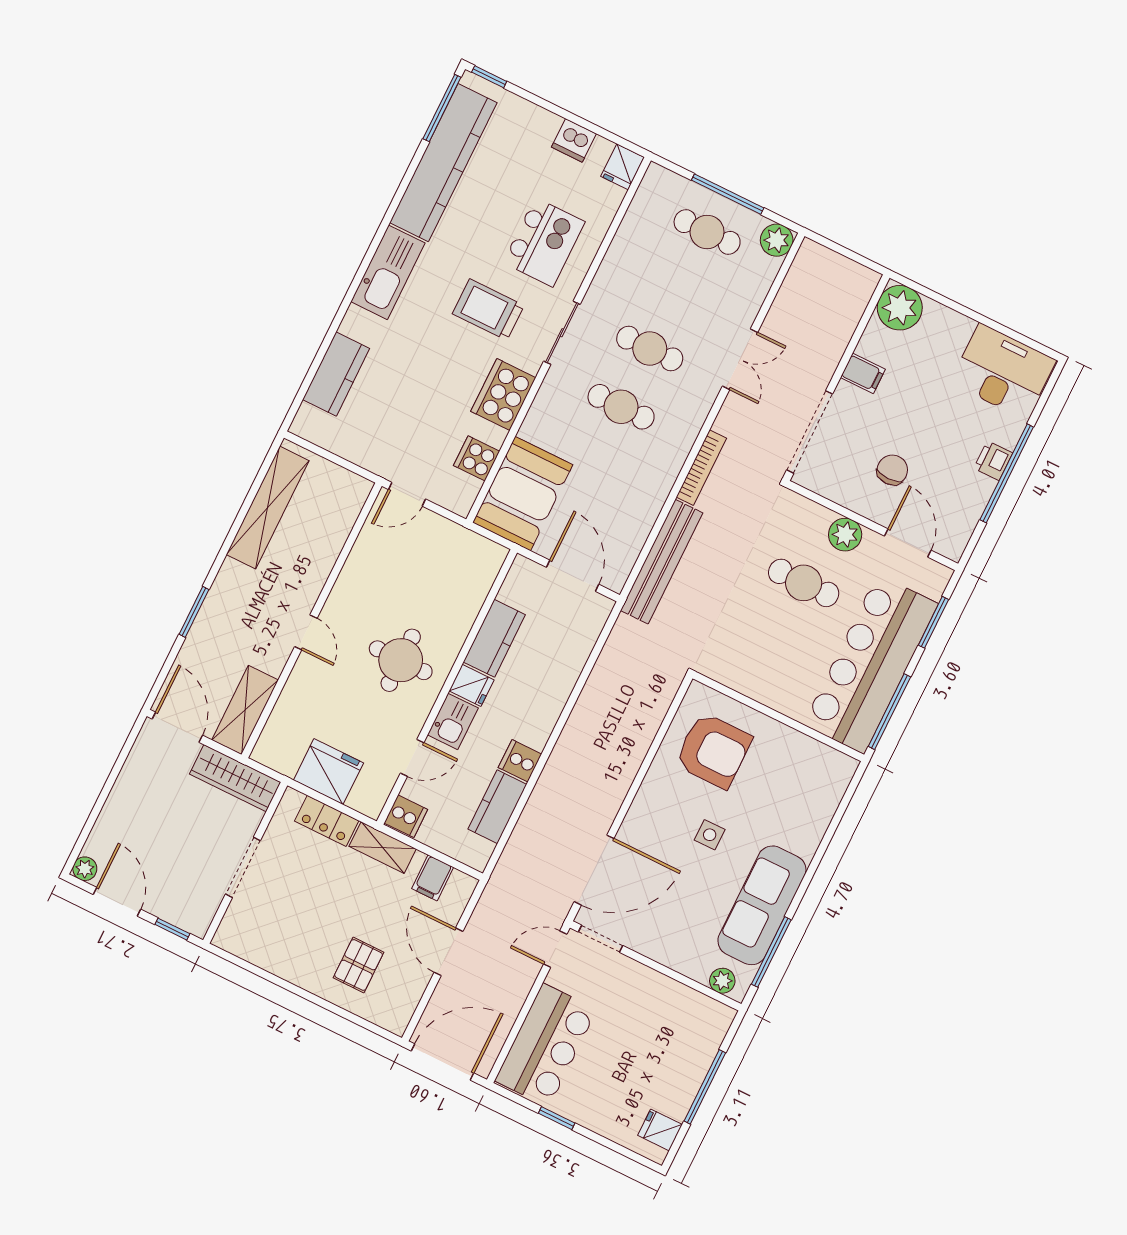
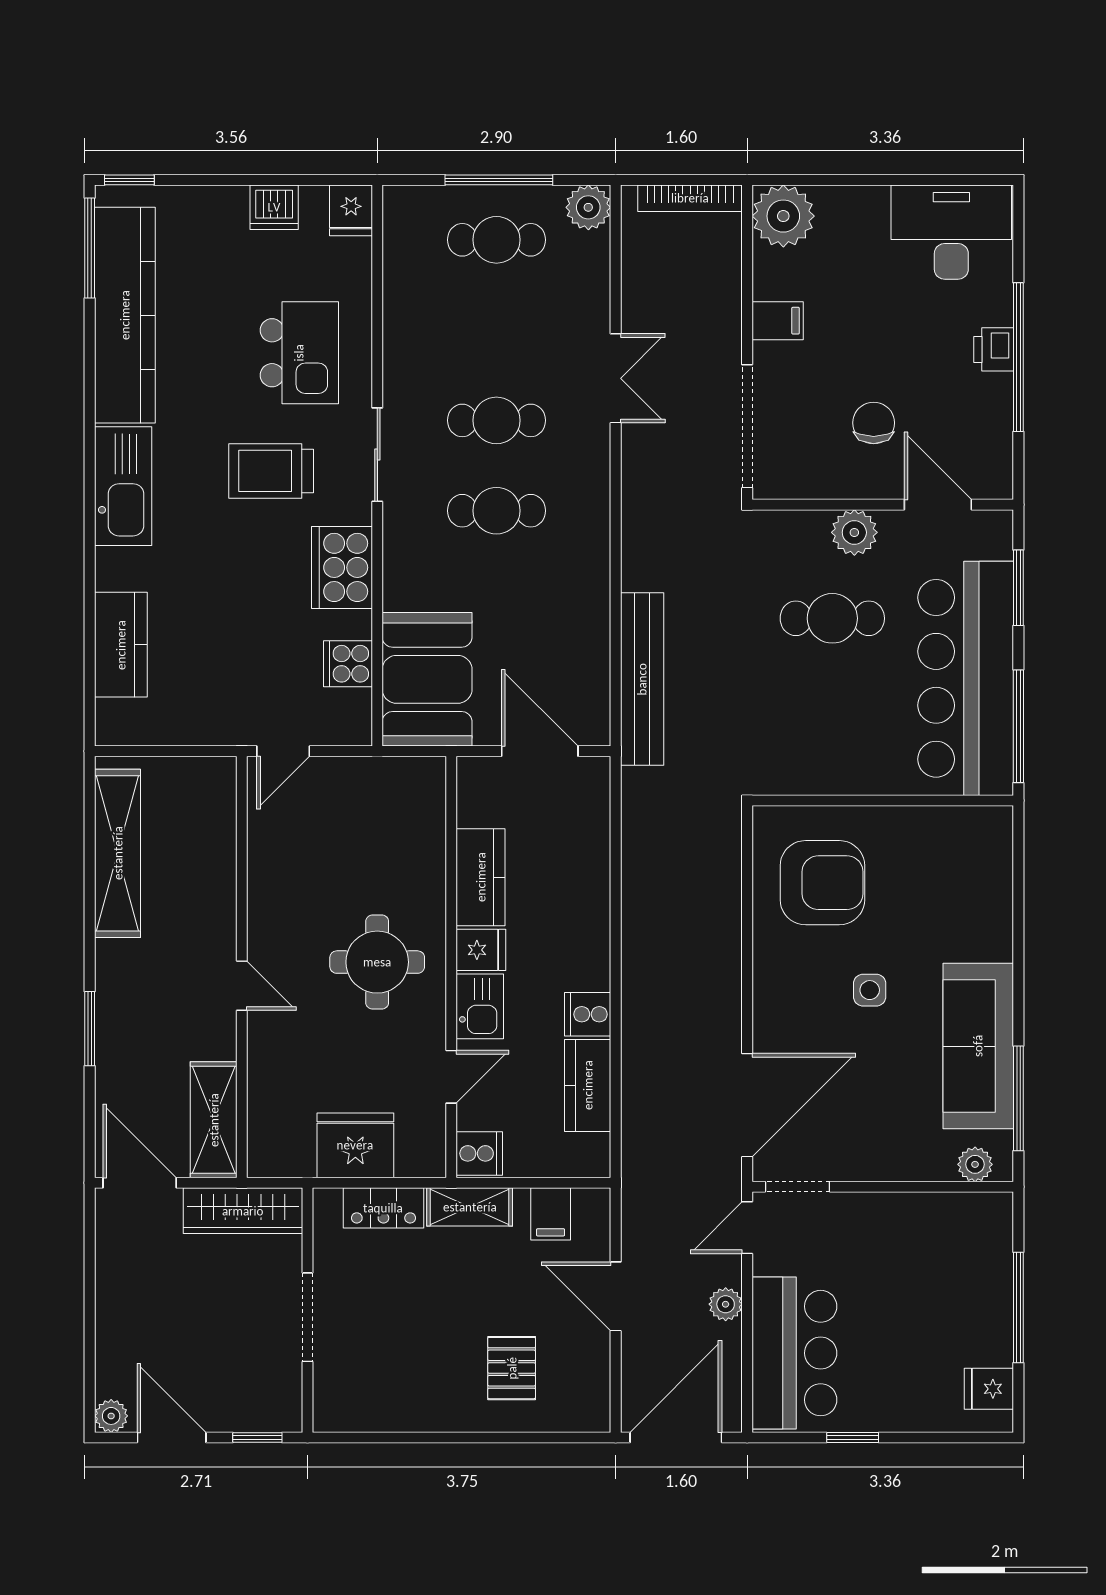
bookcase: (701, 468) -> (690, 198), moved, turned 90
plant: (517, 992) -> (726, 1304), added

